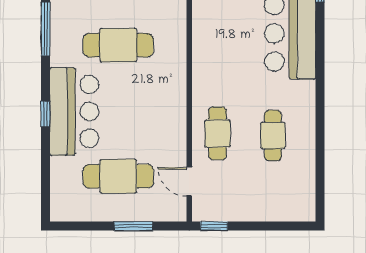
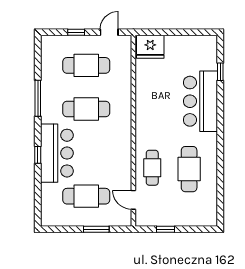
cafe table: (273, 135) -> (189, 169), width x1.37, depth x1.35
window: (214, 226) -> (165, 229), moved

